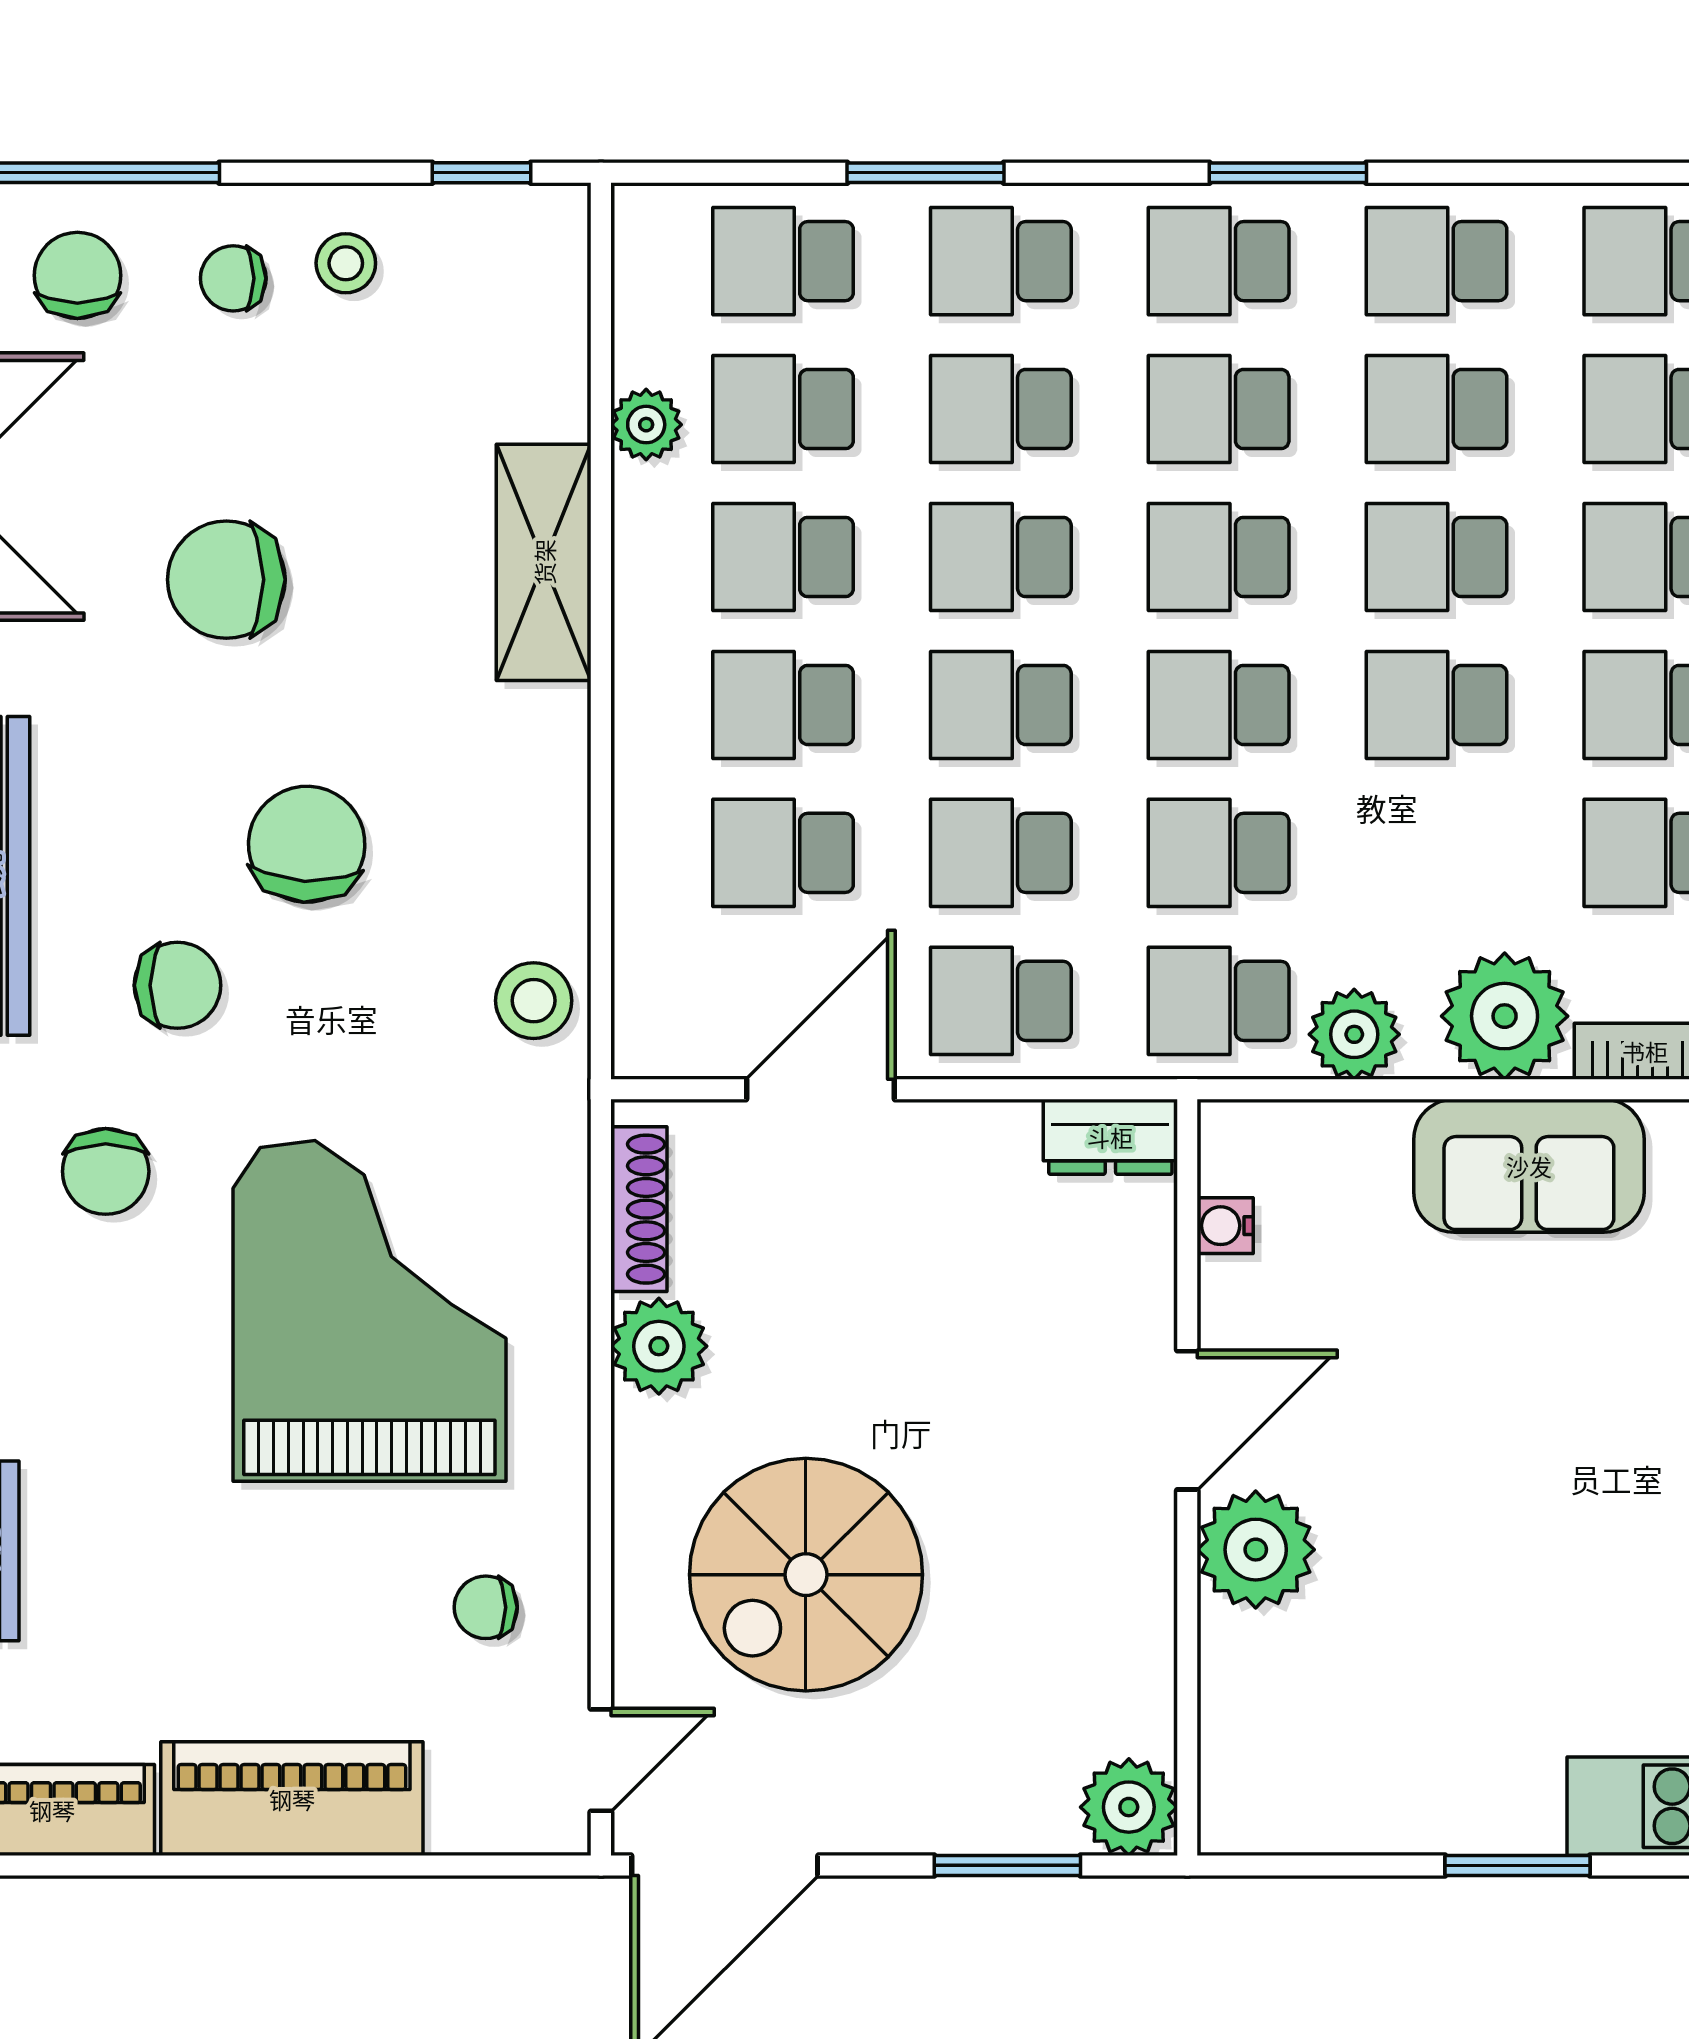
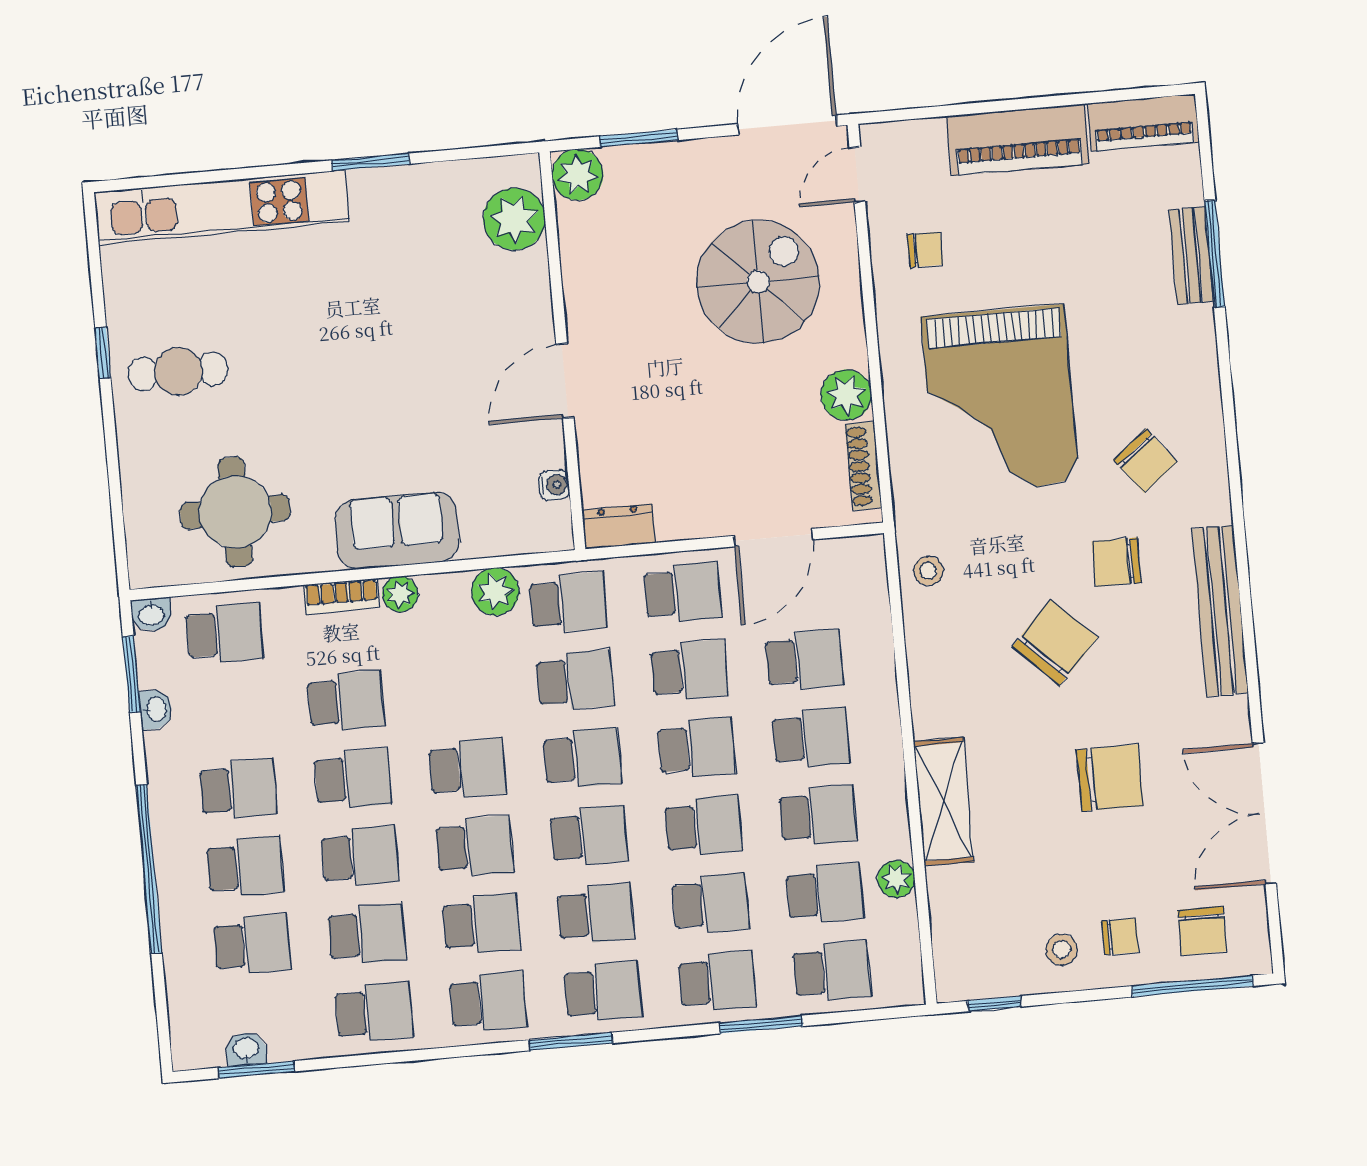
chair: (307, 844) -> (1055, 642), turned -139
stool: (534, 1001) -> (928, 571), width x0.73, depth x0.73
plant: (1505, 1016) -> (400, 594), width x0.53, depth x0.53
chair: (106, 1171) -> (1145, 461), turned 142
plant: (1256, 1550) -> (514, 219), moved

